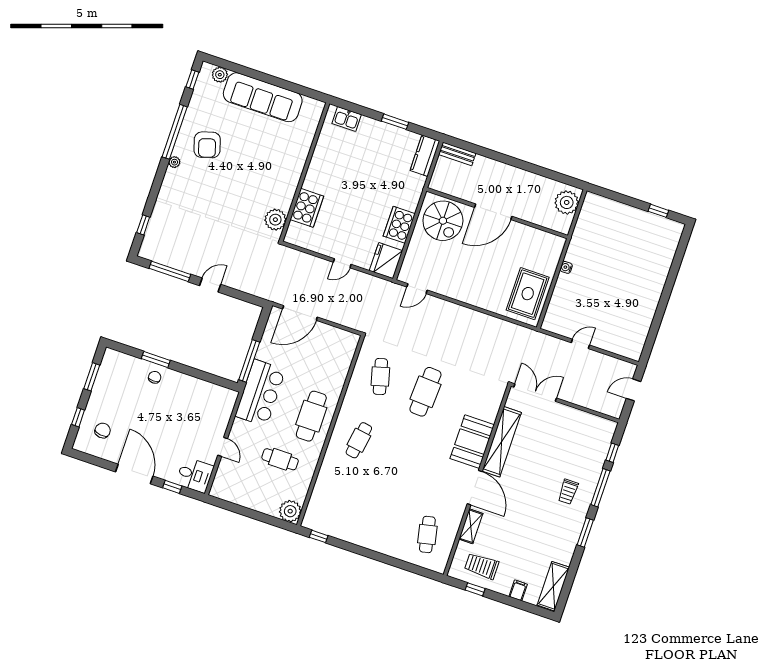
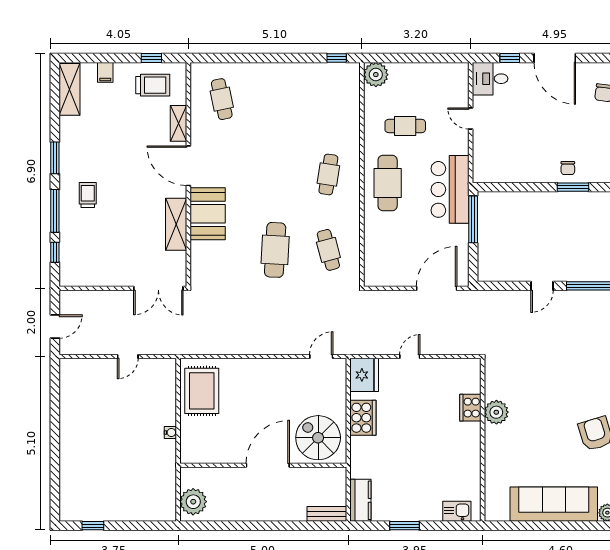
cooker: (307, 208) -> (470, 408), width x0.73, depth x0.76
plant: (275, 220) -> (496, 412), moved
shelving: (502, 442) -> (176, 224), width x0.68

